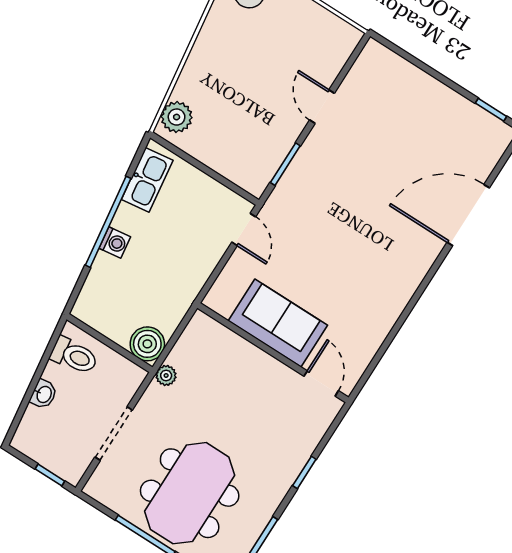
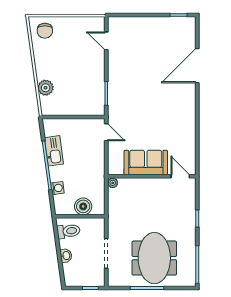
door: (322, 107) -> (106, 41), moved
plant: (177, 117) -> (46, 88), moved
kitchen sink: (147, 180) -> (54, 151), moved
washing machine: (115, 243) -> (57, 188), moved
boiler: (147, 344) -> (83, 206), moved
plant: (166, 375) -> (113, 183), moved

